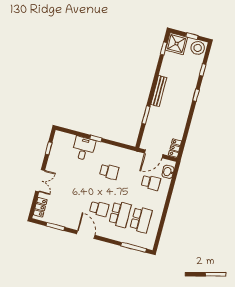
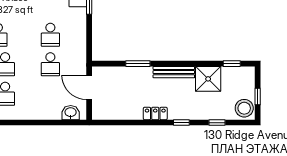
shower: (177, 44) -> (208, 79), moved
locker: (175, 148) -> (155, 113), moved
school desk: (151, 183) -> (50, 64), moved

